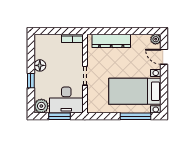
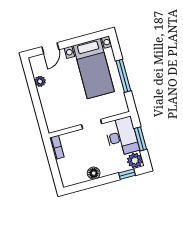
plant: (156, 39) -> (40, 81), moved
dresser: (111, 41) -> (49, 107), removed
window: (31, 81) -> (127, 174), moved
window: (135, 116) -> (123, 76), moved

